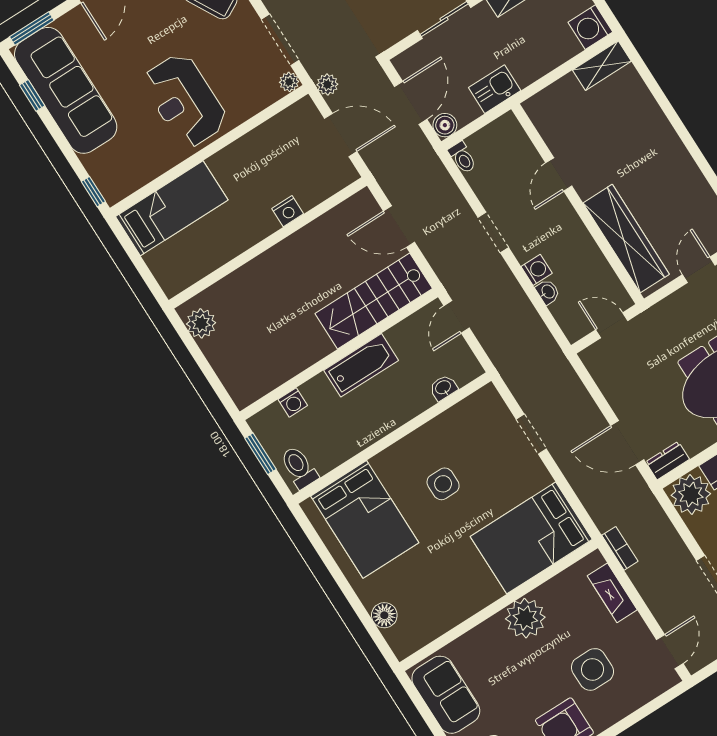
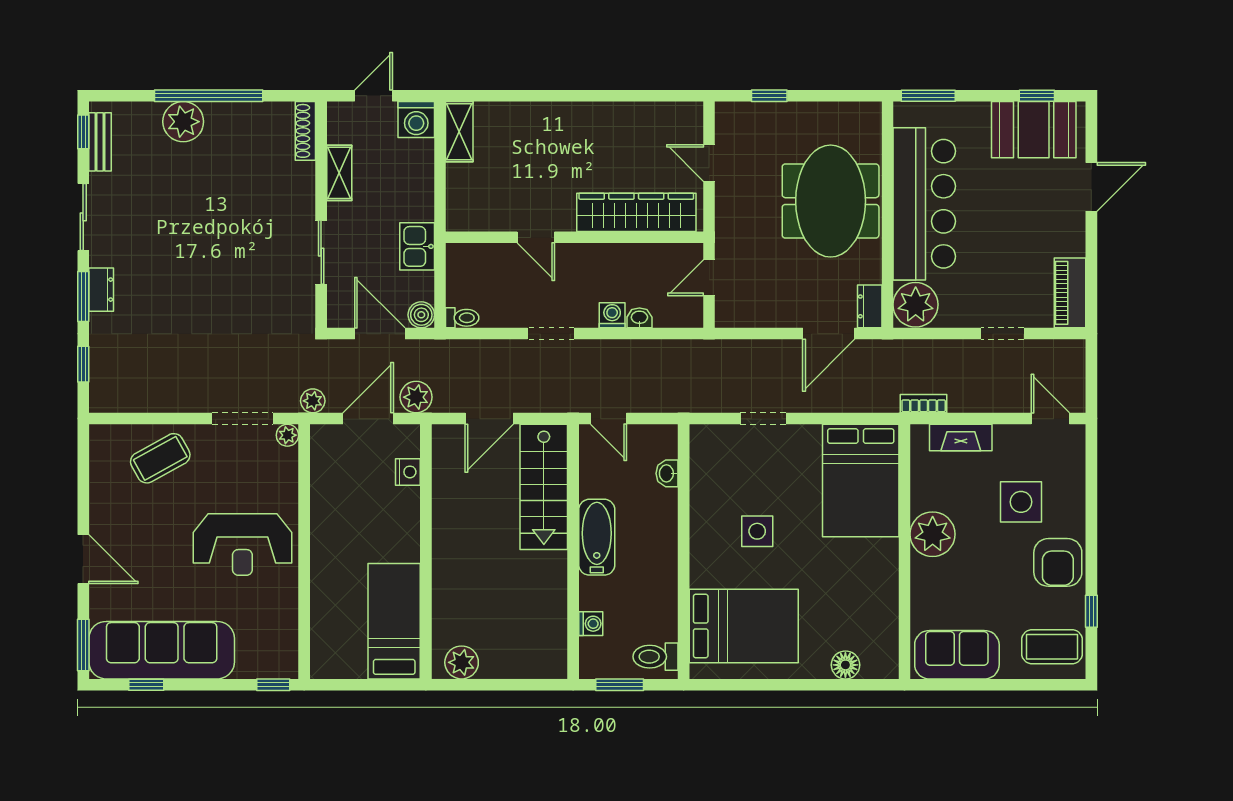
plant: (380, 161) -> (416, 397), added
bed: (172, 208) -> (394, 621), moved
nightstand: (288, 211) -> (408, 472), moved

